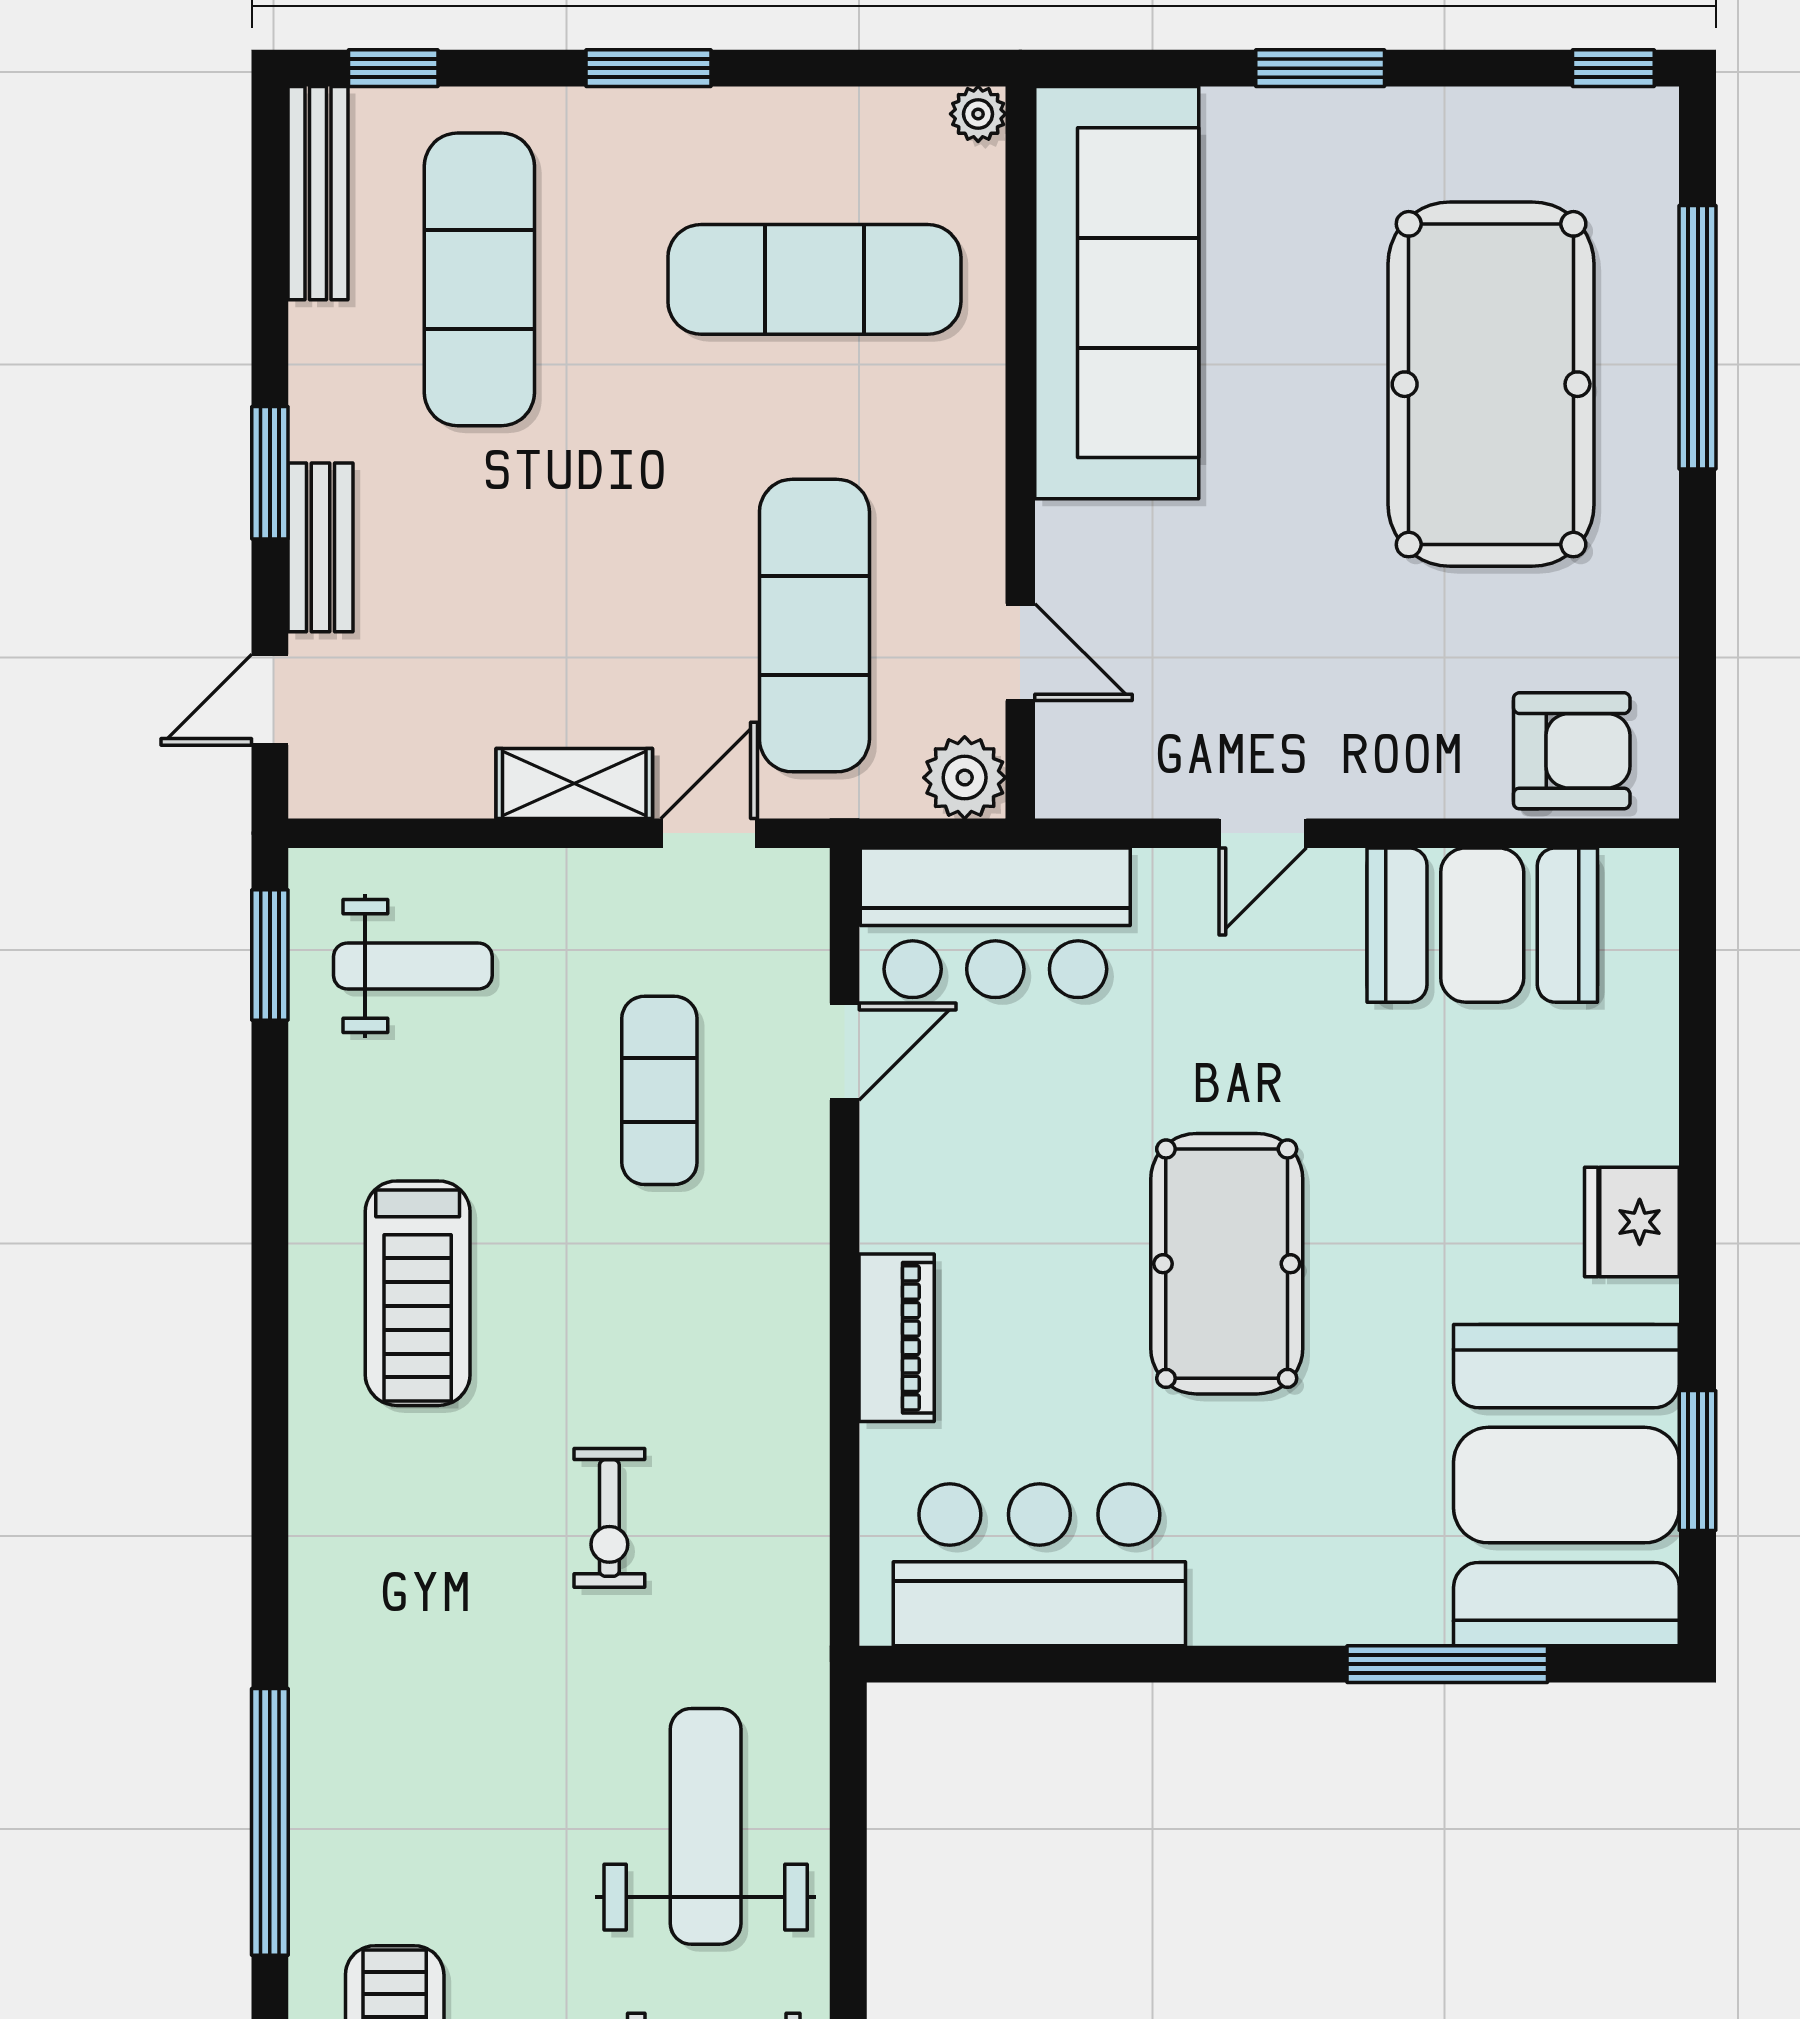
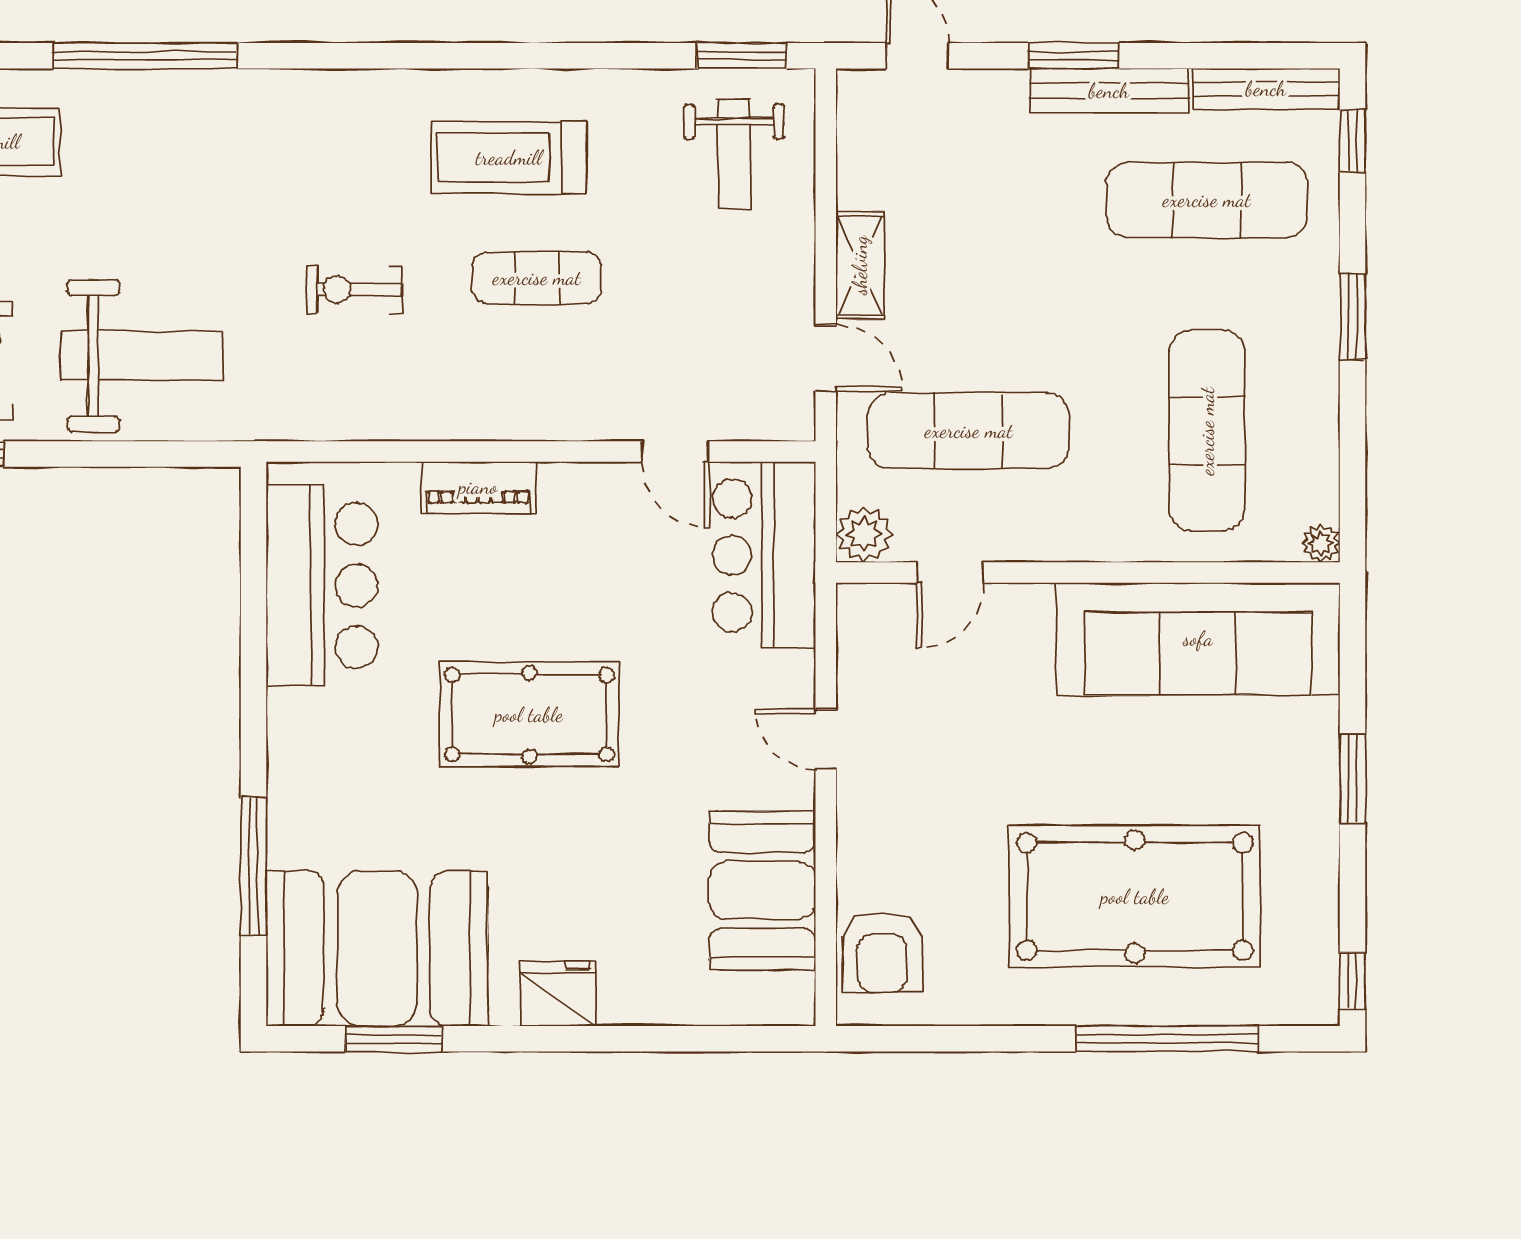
bench: (320, 547) -> (1109, 91), moved, width x1.36
exercise mat: (659, 1090) -> (537, 278), moved

